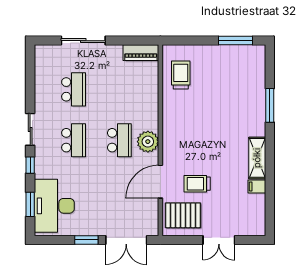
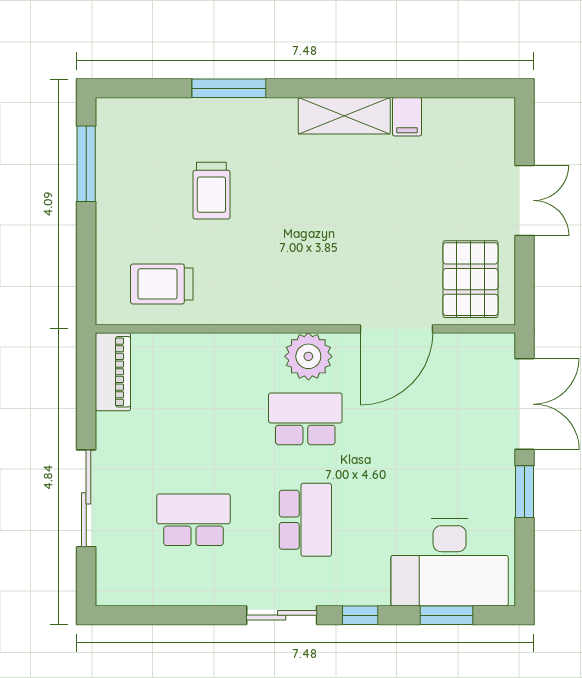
school desk: (74, 140) -> (305, 520), turned 90
door: (160, 182) -> (396, 329), hinge flipped
trolley: (197, 184) -> (211, 191), moved

